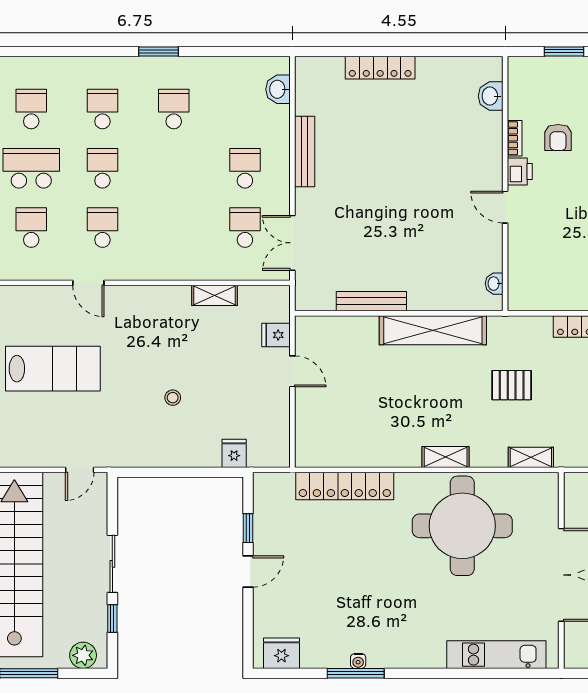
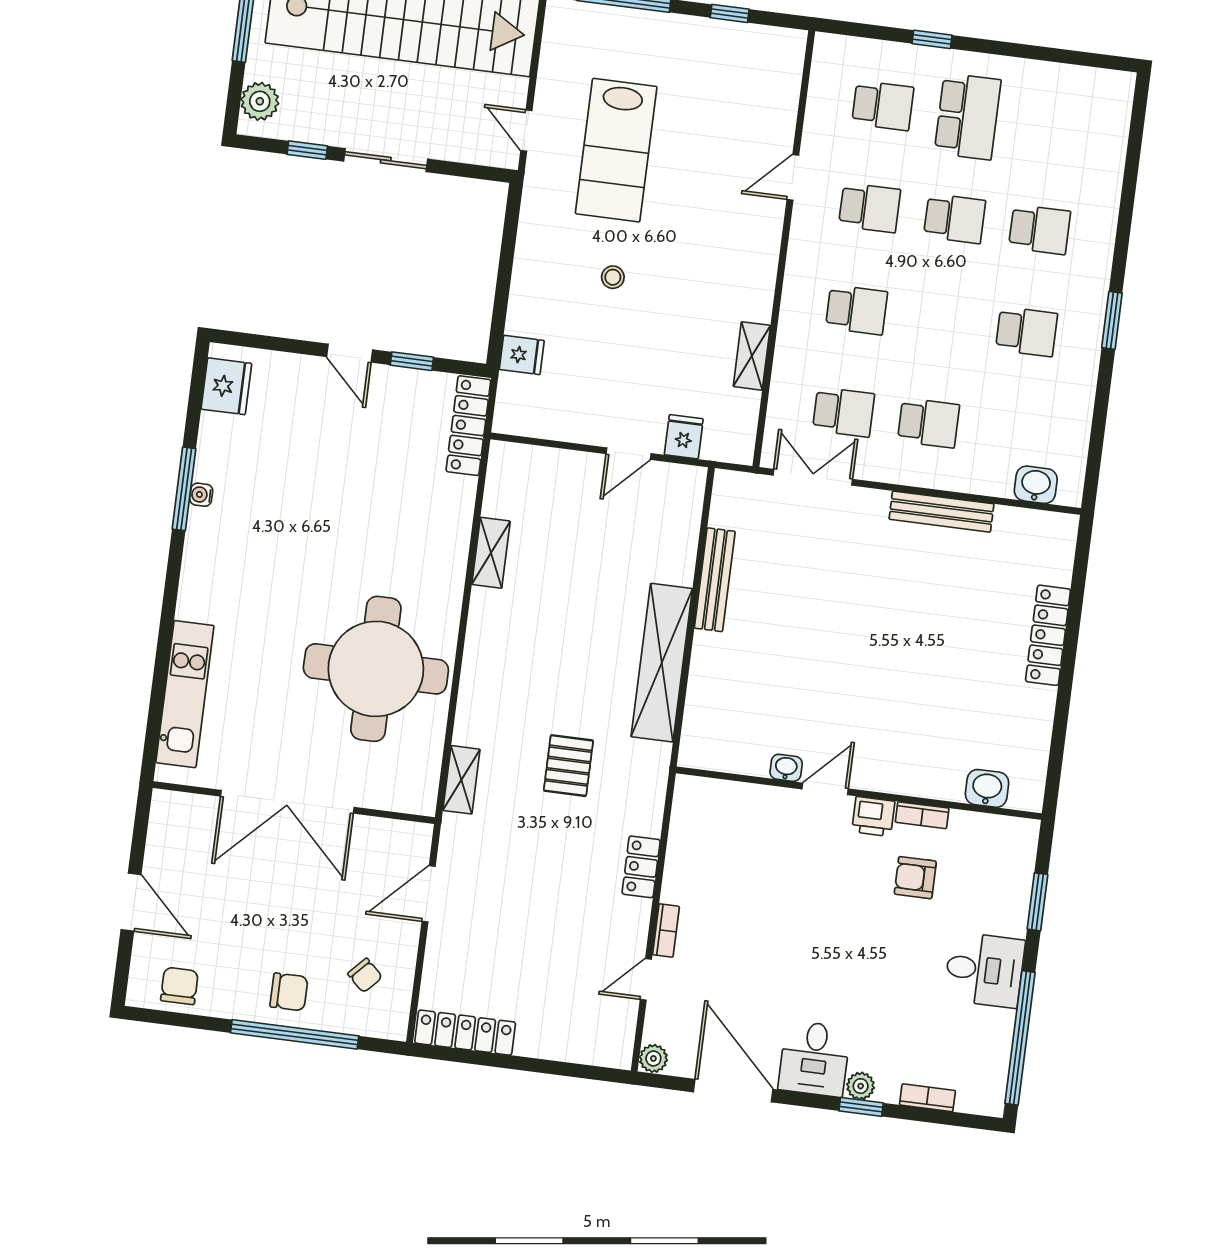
school desk: (31, 109) -> (857, 310), moved
washbasin: (494, 284) -> (786, 768), moved
lab bench: (53, 369) -> (616, 150), moved
shelving: (446, 457) -> (491, 553), moved
locker: (345, 486) -> (468, 426), moved, width x0.71, depth x0.83

